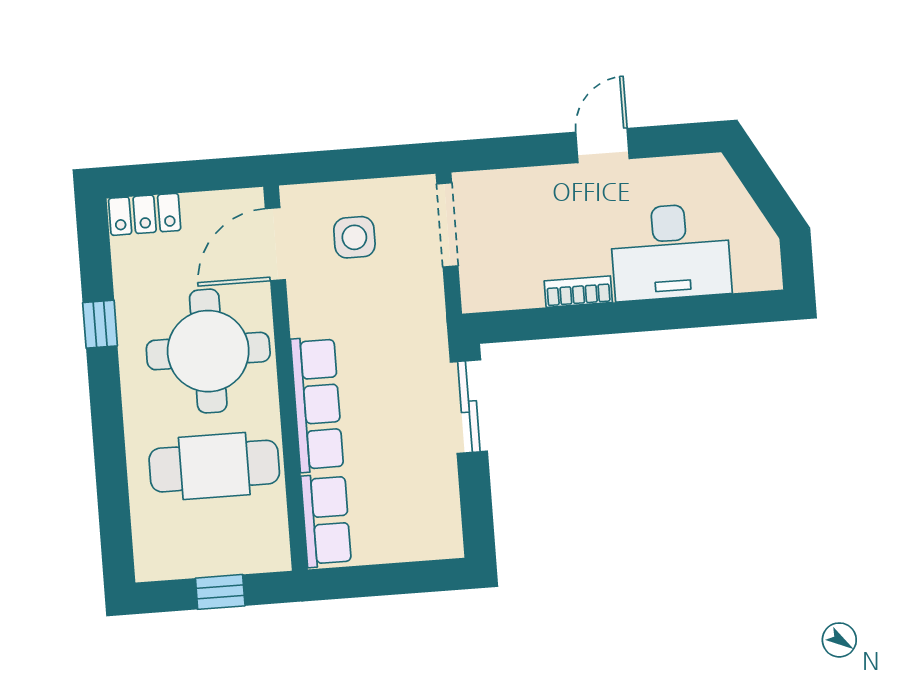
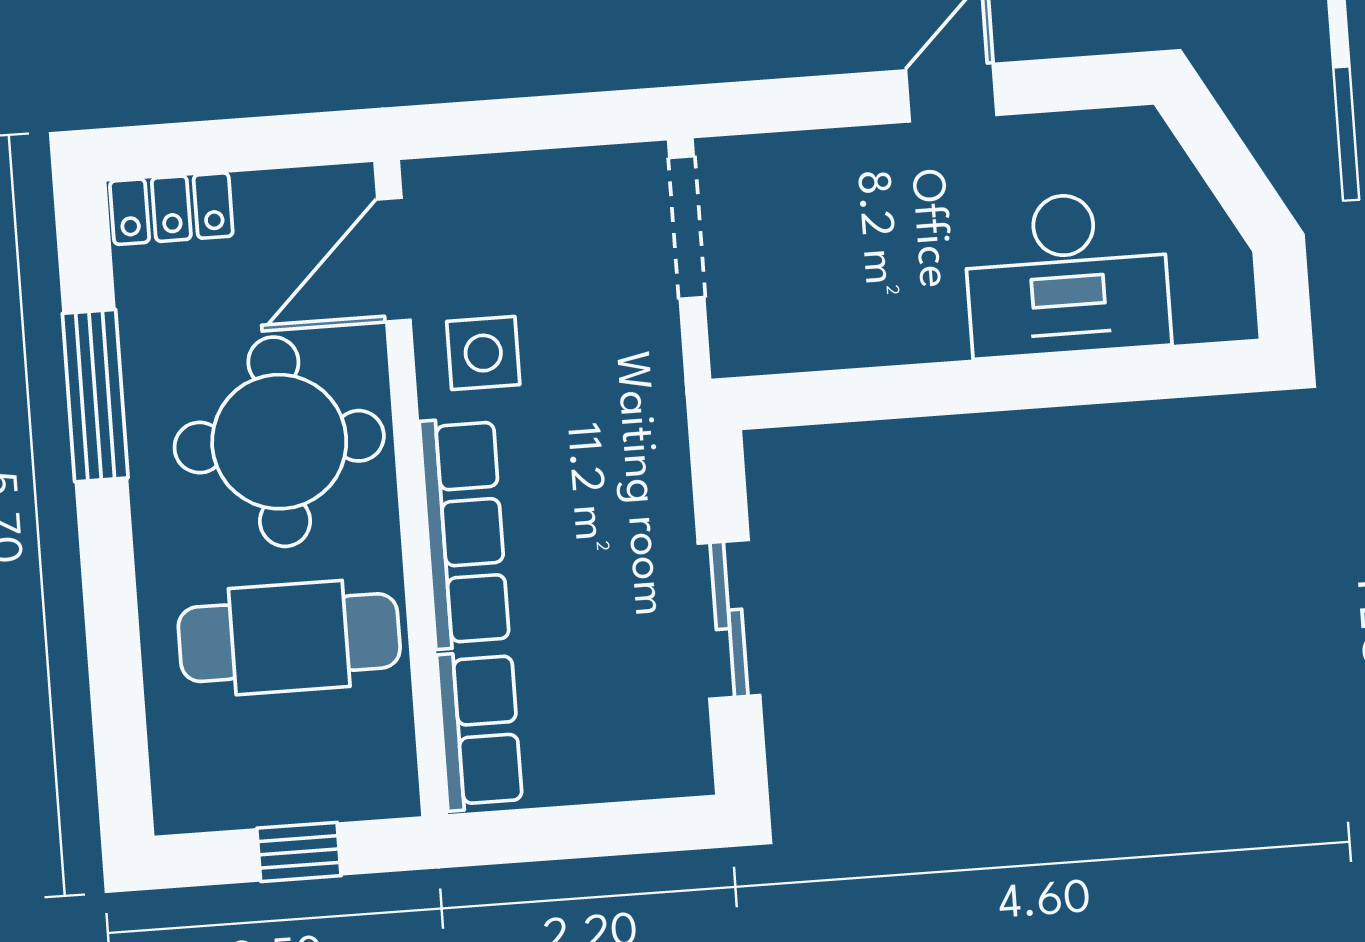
side table: (354, 237) -> (483, 353), moved
bookcase: (578, 292) -> (910, 341), removed
window: (100, 324) -> (95, 396), width x2.17
sliding door: (469, 407) -> (729, 619), moved

